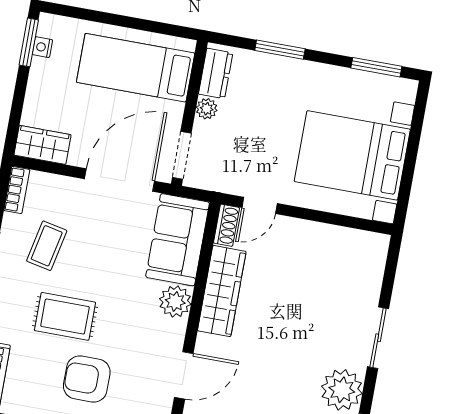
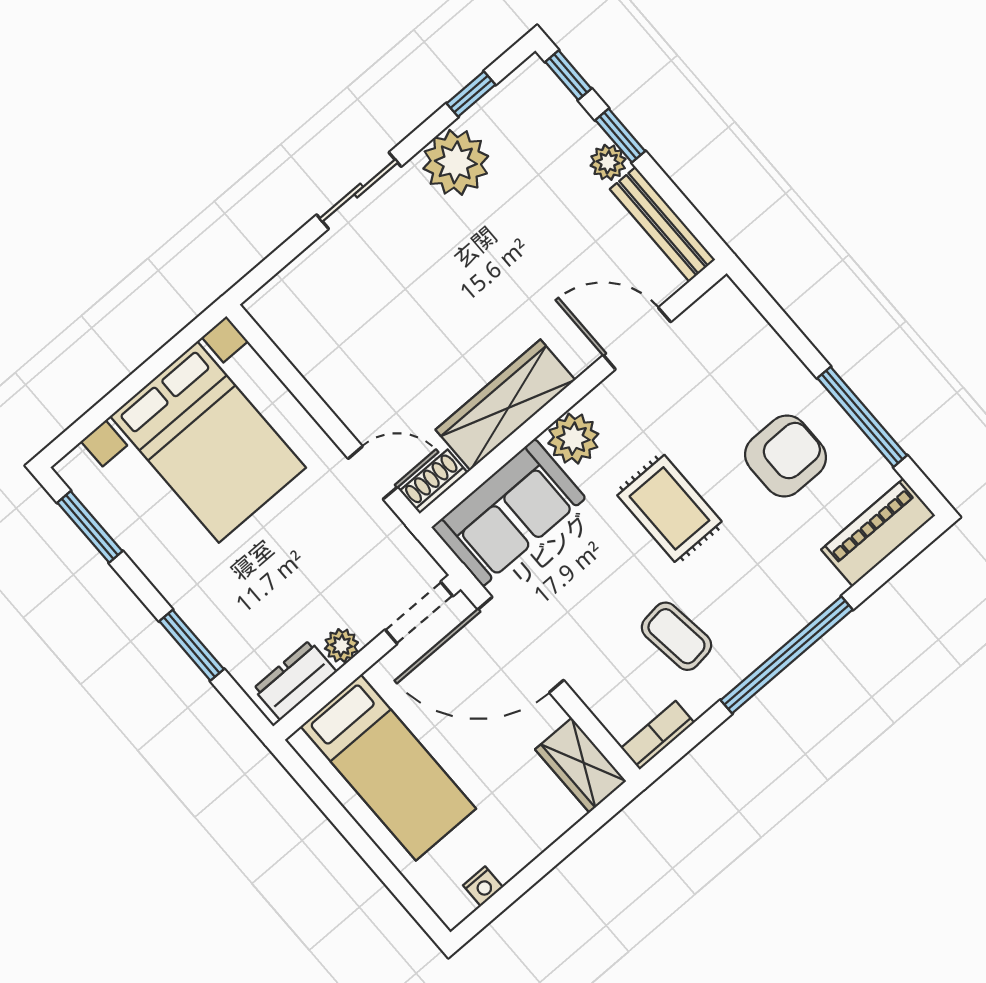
window: (29, 42) -> (495, 906), removed
coffee table: (47, 246) -> (676, 636), turned 71
rug: (65, 316) -> (669, 508), moved
armchair: (87, 379) -> (786, 456), moved, turned -90

